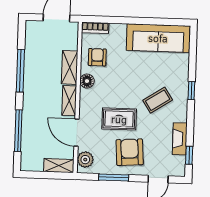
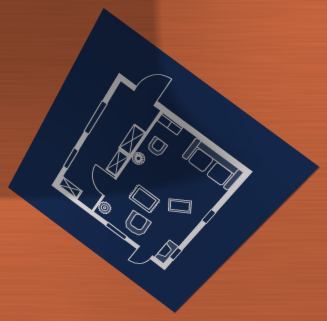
window: (18, 131) -> (71, 159), width x0.69
fireplace: (180, 139) -> (166, 252), moved
shelving: (59, 166) -> (70, 188), moved

